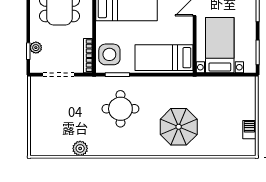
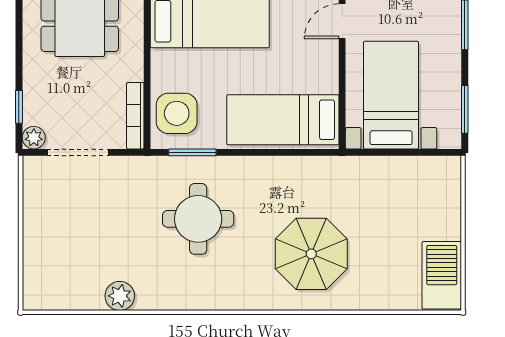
plant: (36, 48) -> (34, 138), moved
barbecue: (249, 130) -> (442, 275), width x1.88, depth x1.53

